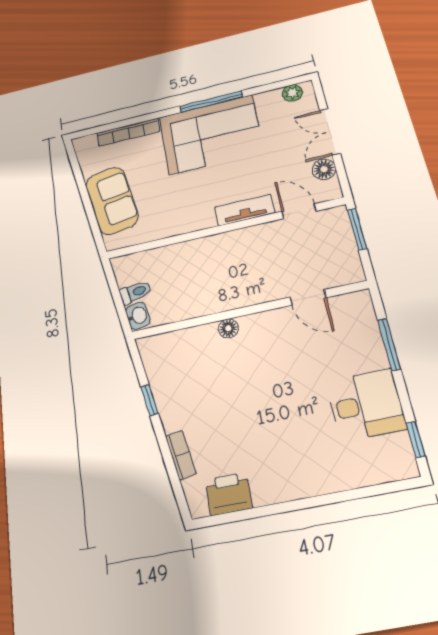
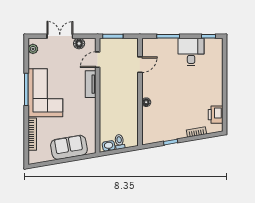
double door: (330, 132) -> (60, 36), swing flipped
washbasin: (138, 316) -> (109, 146), moved

